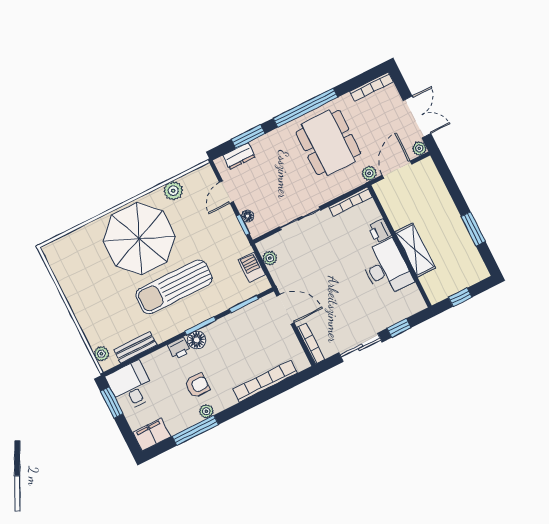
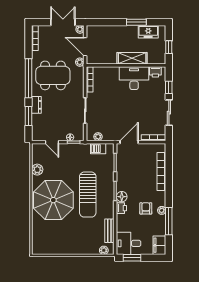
dresser: (239, 156) -> (36, 105), moved
printer: (380, 231) -> (155, 72), moved
freezer: (468, 254) -> (148, 32), added

